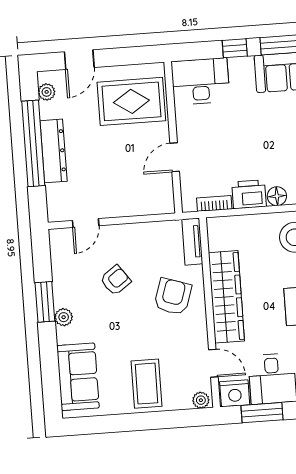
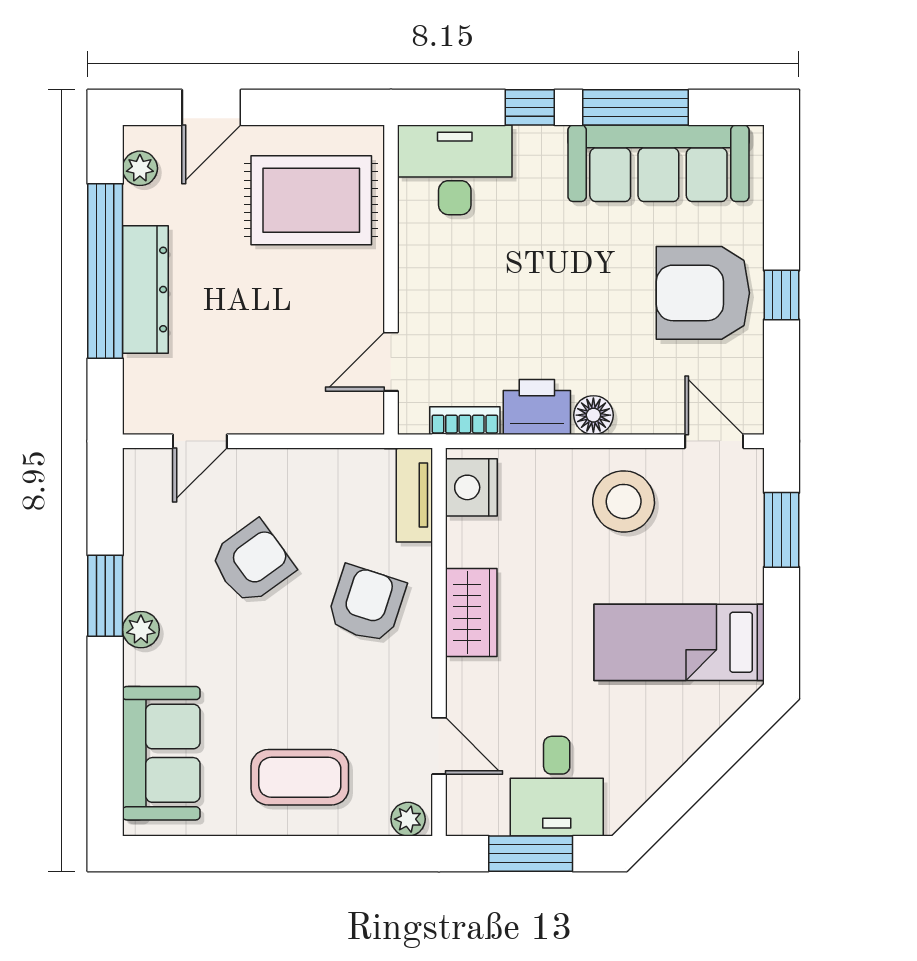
door: (175, 157) -> (391, 362), moved
armchair: (116, 280) -> (252, 562), width x1.38, depth x1.38
wardrobe: (226, 297) -> (471, 613), width x0.48, depth x0.85
coffee table: (146, 384) -> (300, 777), turned 90
nightstand: (235, 393) -> (471, 487), moved, turned 90

